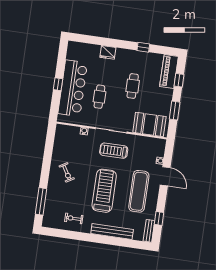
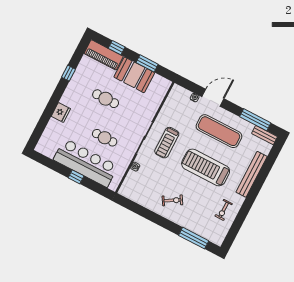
booth: (149, 124) -> (134, 75), moved, turned 90
window: (159, 218) -> (255, 120), width x2.17

